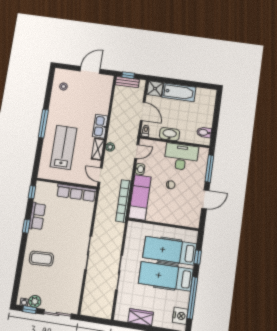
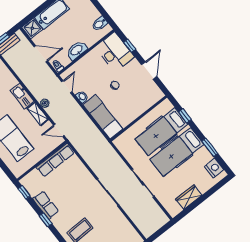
desk: (181, 157) -> (115, 52), moved, turned 90
window: (209, 169) -> (130, 46), width x0.46
bookcase: (123, 201) -> (94, 131), removed
window: (192, 298) -> (210, 147), width x0.47

